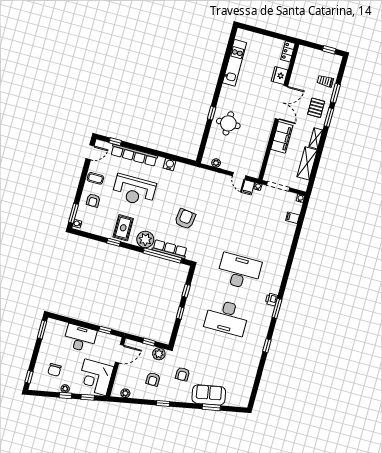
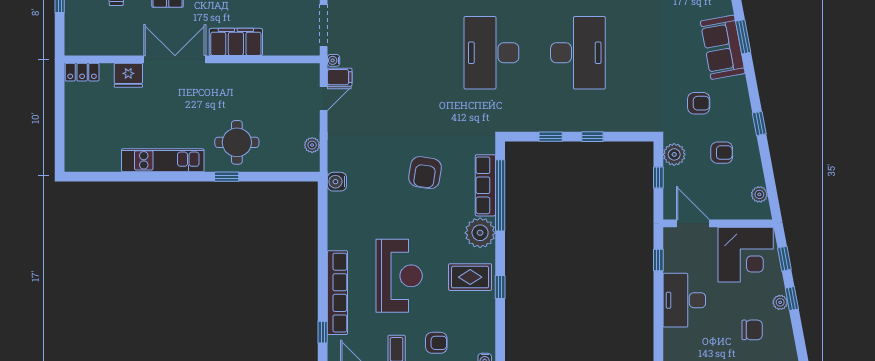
kitchen unit: (235, 63) -> (163, 160), moved
water cooler: (170, 165) -> (337, 182), moved
armchair: (185, 219) -> (425, 173), turned -88

